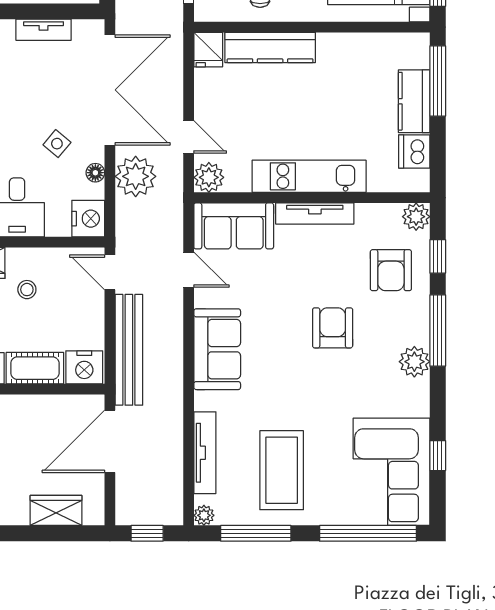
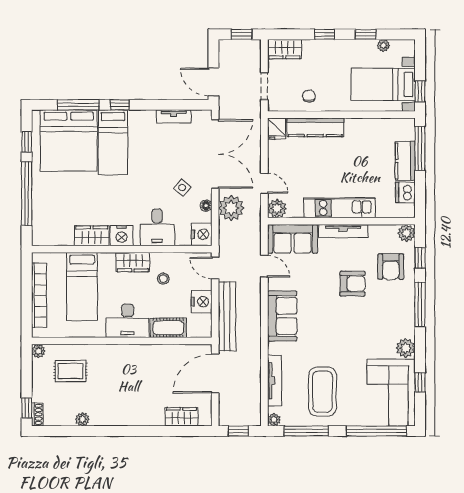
armchair: (333, 328) -> (353, 284), moved, turned 90
plant: (414, 362) -> (406, 348), moved
nightstand: (84, 367) -> (202, 302), moved, turned -90

